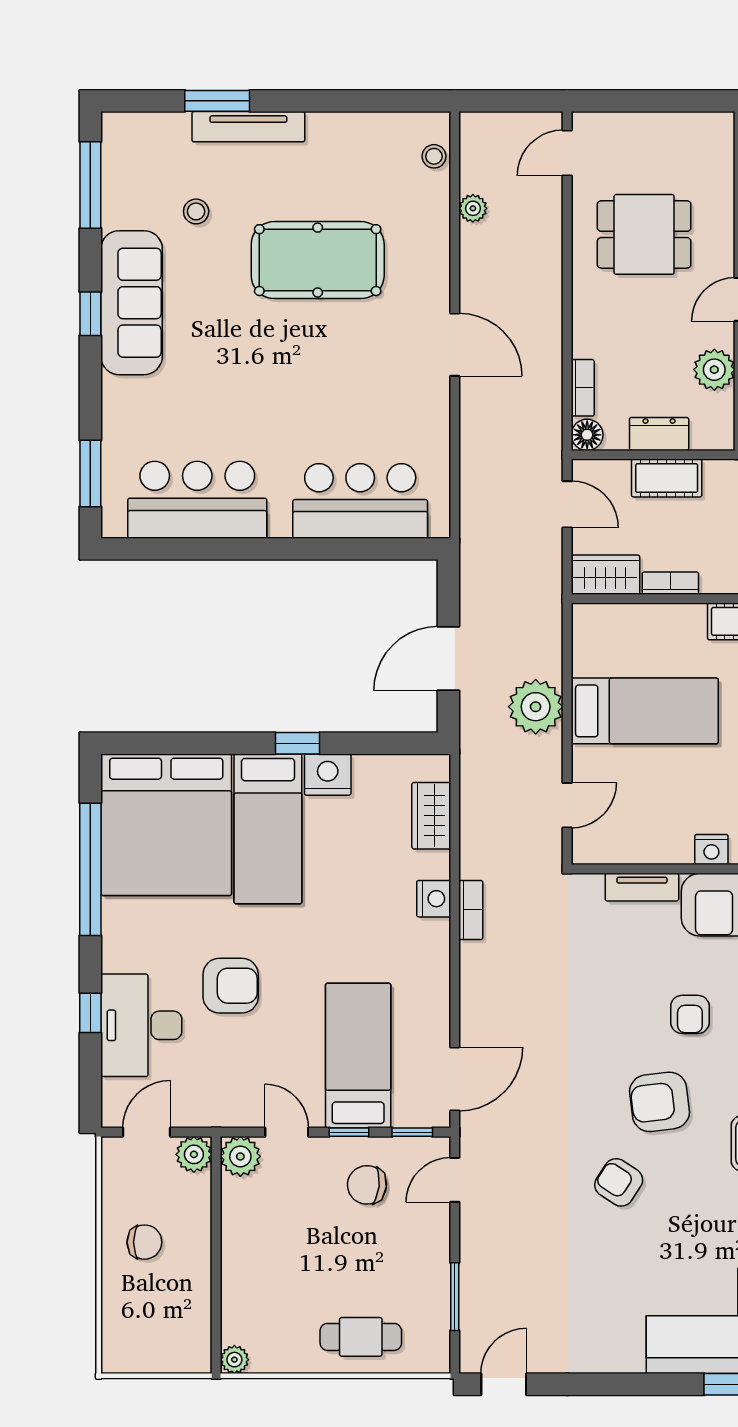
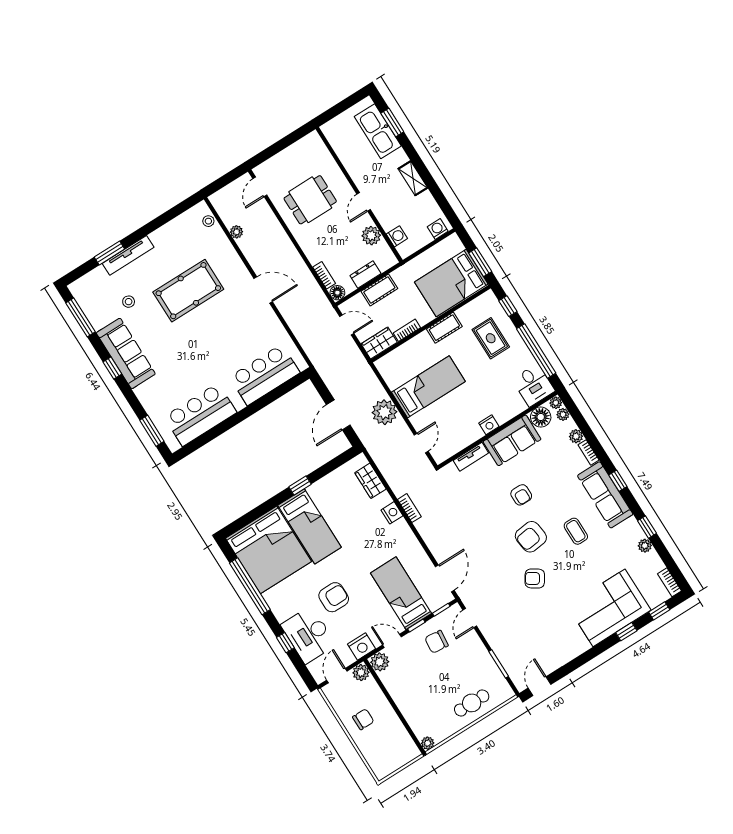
nightstand: (328, 775) -> (361, 646), moved, turned 180

